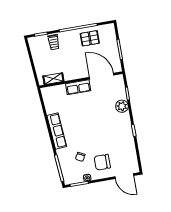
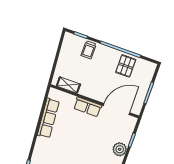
pallet: (90, 38) -> (126, 66), turned 90
door: (102, 76) -> (117, 109), hinge flipped
row of seats: (57, 131) -> (48, 118), moved

